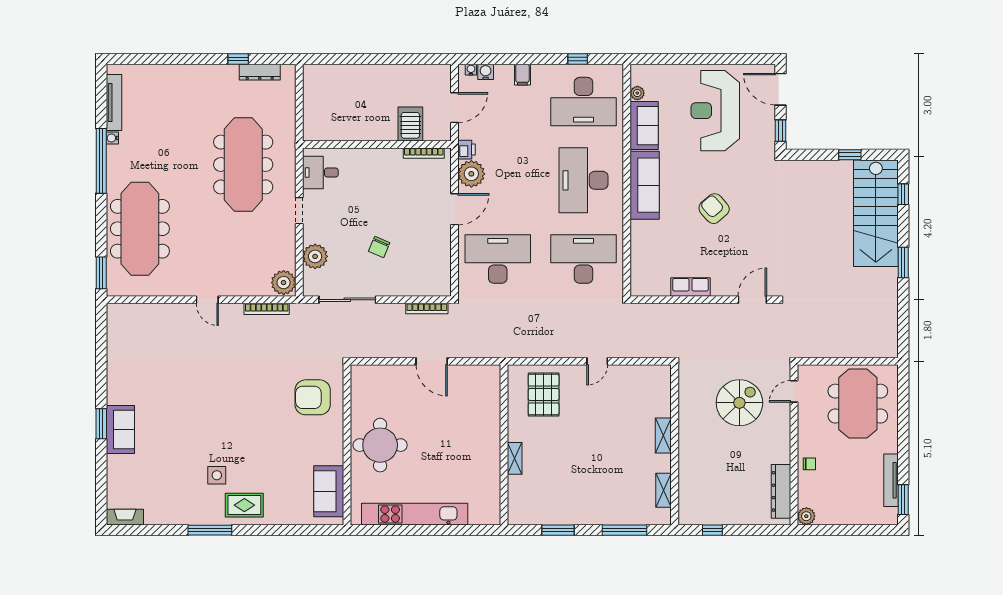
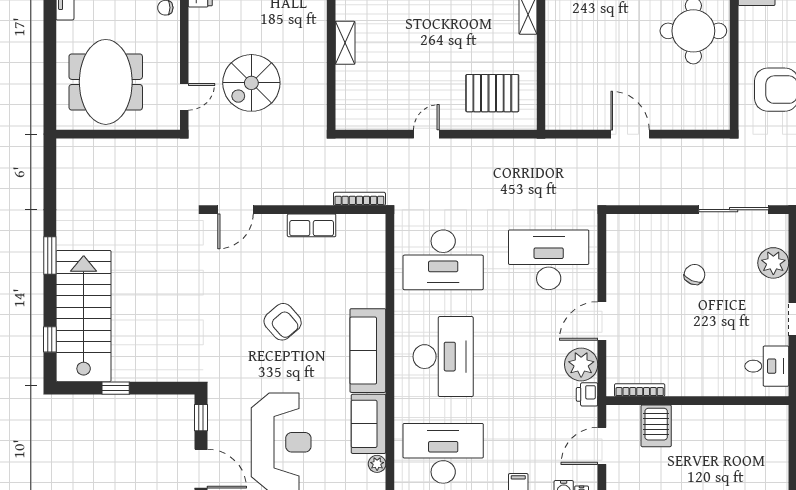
desk: (498, 259) -> (549, 260), turned 180
bookcase: (427, 309) -> (359, 199), moved
pallet: (544, 394) -> (492, 93), turned 90

